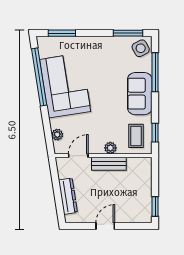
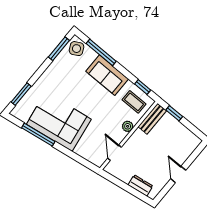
window: (39, 77) -> (38, 135), width x0.68
plant: (57, 135) -> (88, 155), removed
bench: (109, 164) -> (152, 119), moved
dresser: (68, 196) -> (140, 185), width x0.70
window: (155, 206) -> (174, 113), moved

